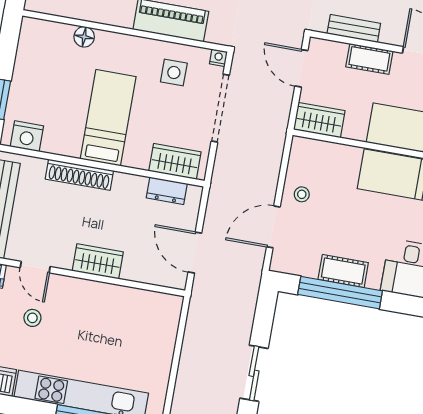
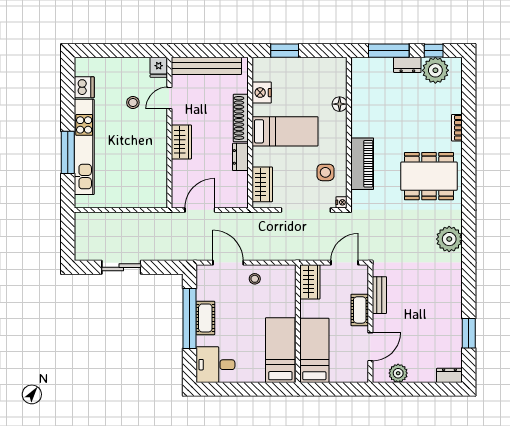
nightstand: (27, 136) -> (262, 93), moved
dresser: (167, 191) -> (240, 157), moved

